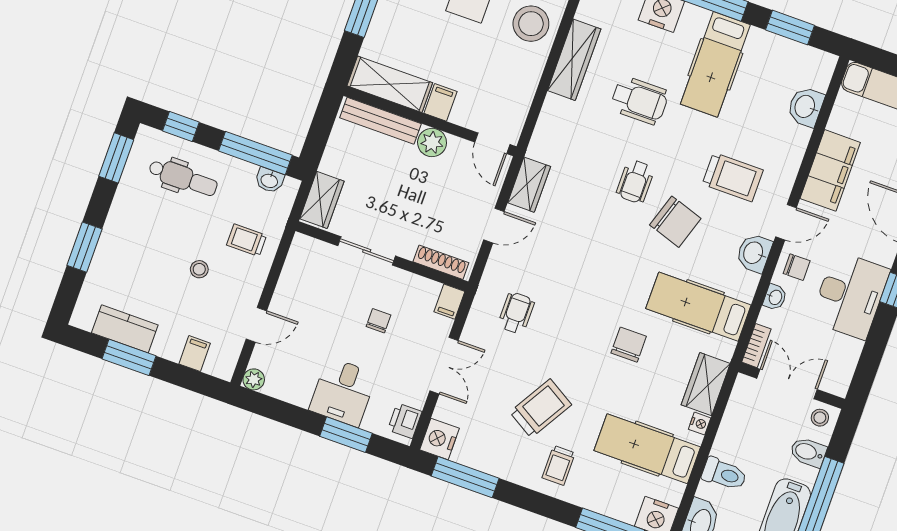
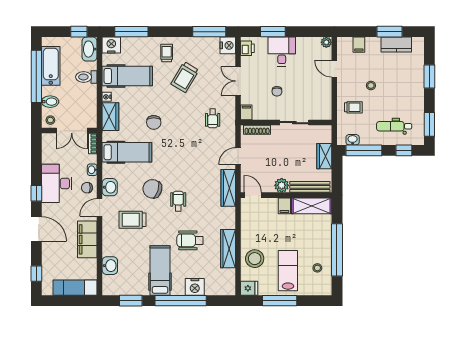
wardrobe: (529, 185) -> (228, 188), width x1.50
wardrobe: (322, 200) -> (324, 156), moved
door: (256, 325) -> (334, 69), hinge flipped

